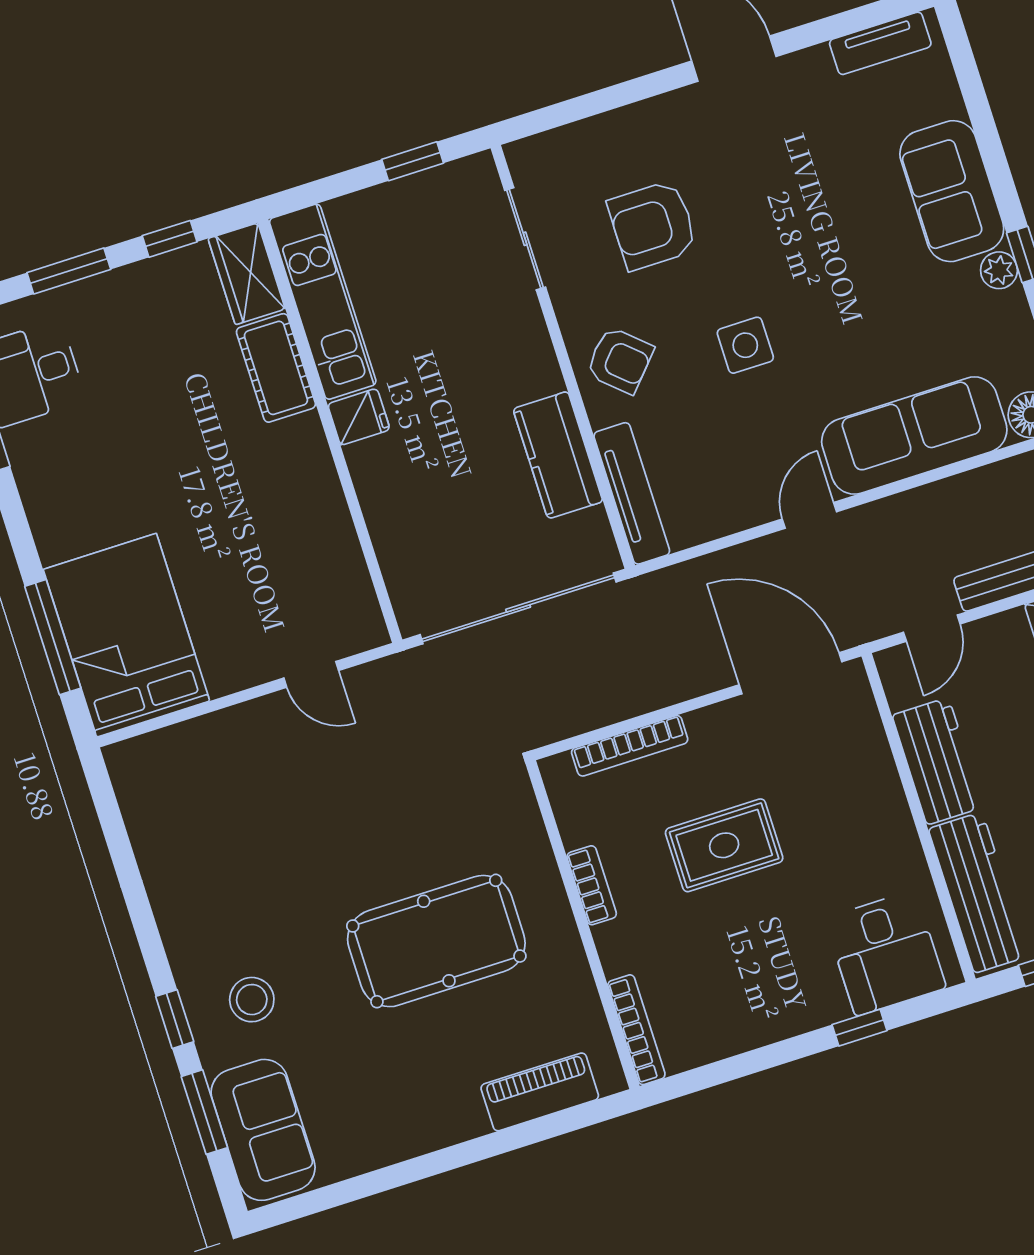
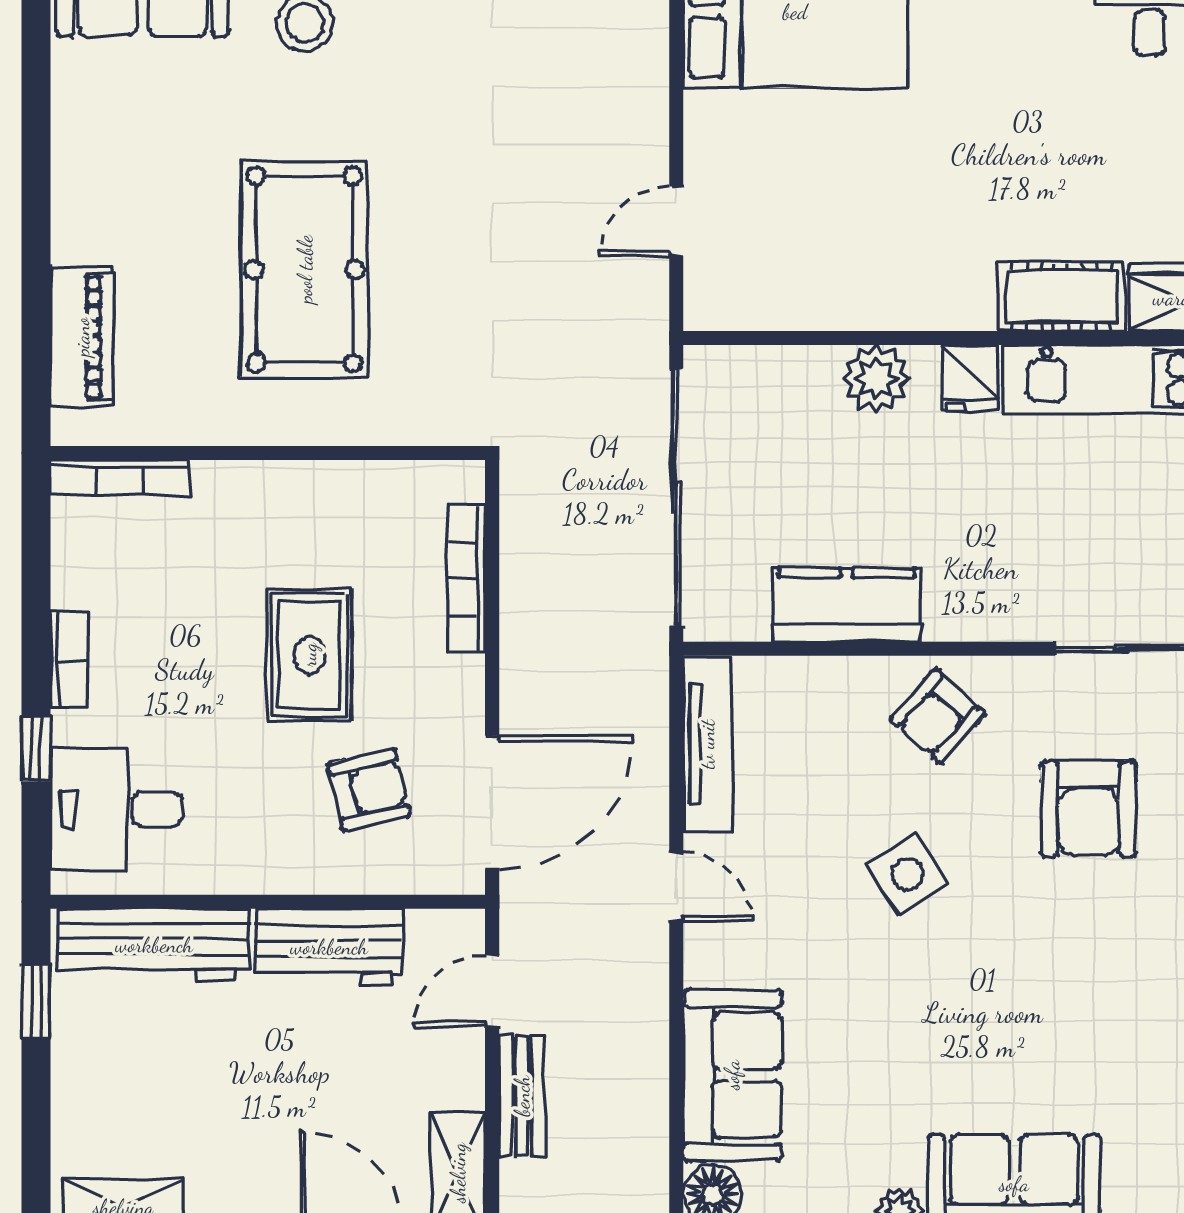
armchair: (653, 225) -> (1089, 809), turned 180
side table: (745, 345) -> (907, 874), turned -34
sofa: (914, 436) -> (732, 1075), width x0.73
plant: (382, 487) -> (876, 379), added
tv unit: (632, 493) -> (707, 744), moved, turned -90
door: (932, 628) -> (492, 991), hinge flipped
armchair: (810, 768) -> (369, 790), added
bookcase: (592, 885) -> (70, 660), moved, turned -90

